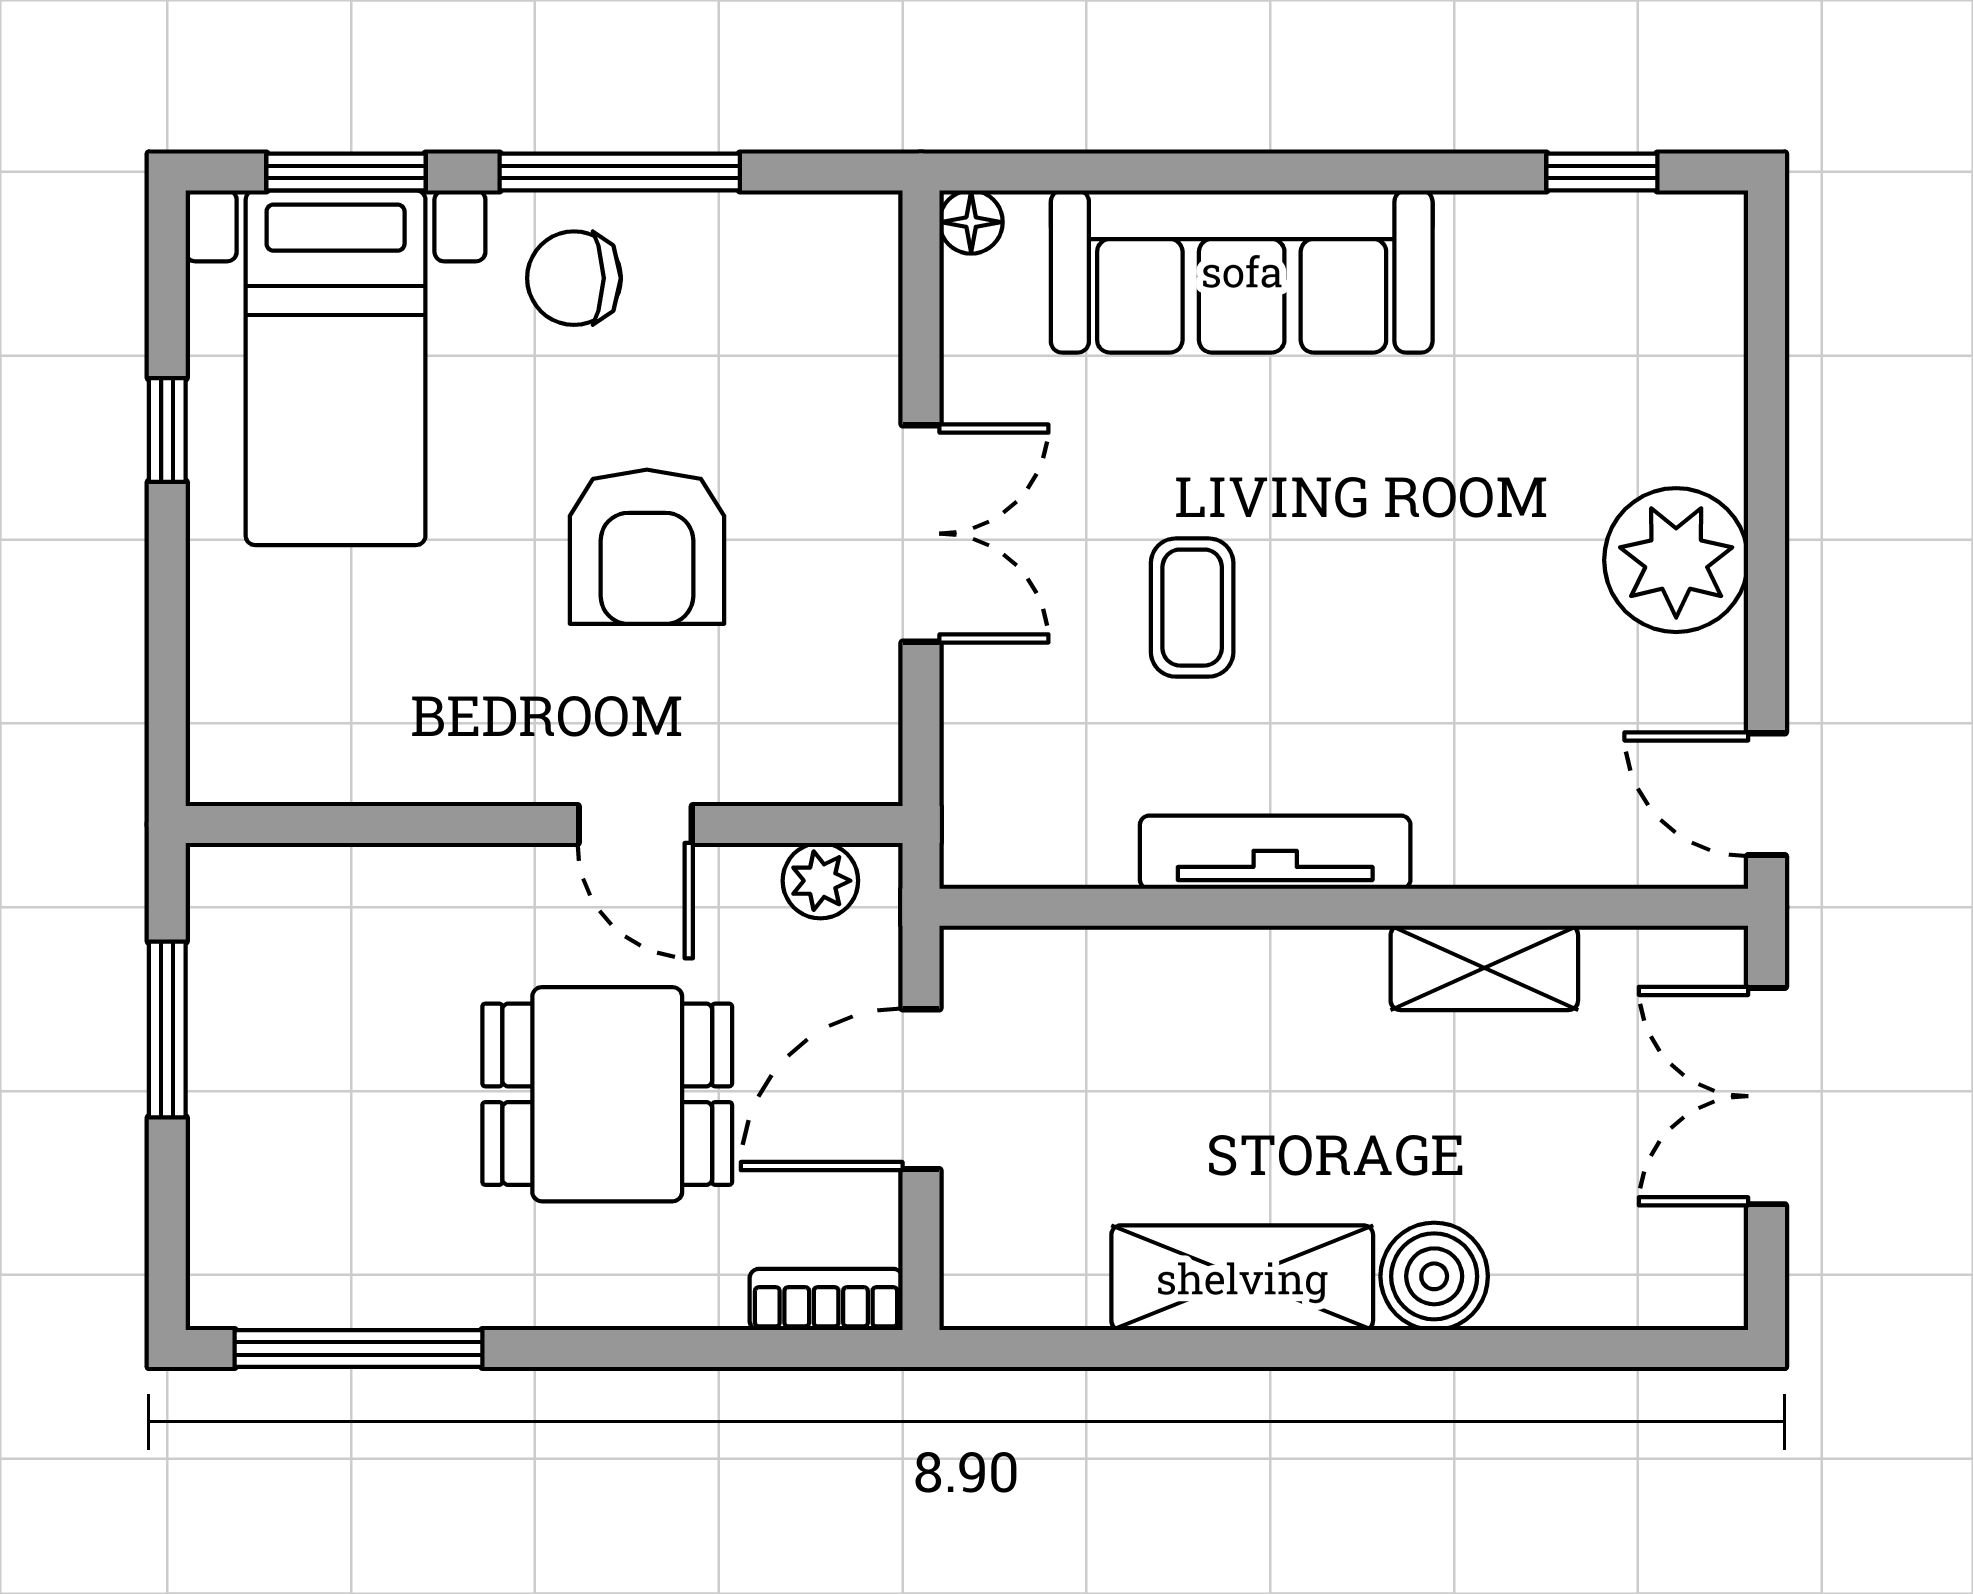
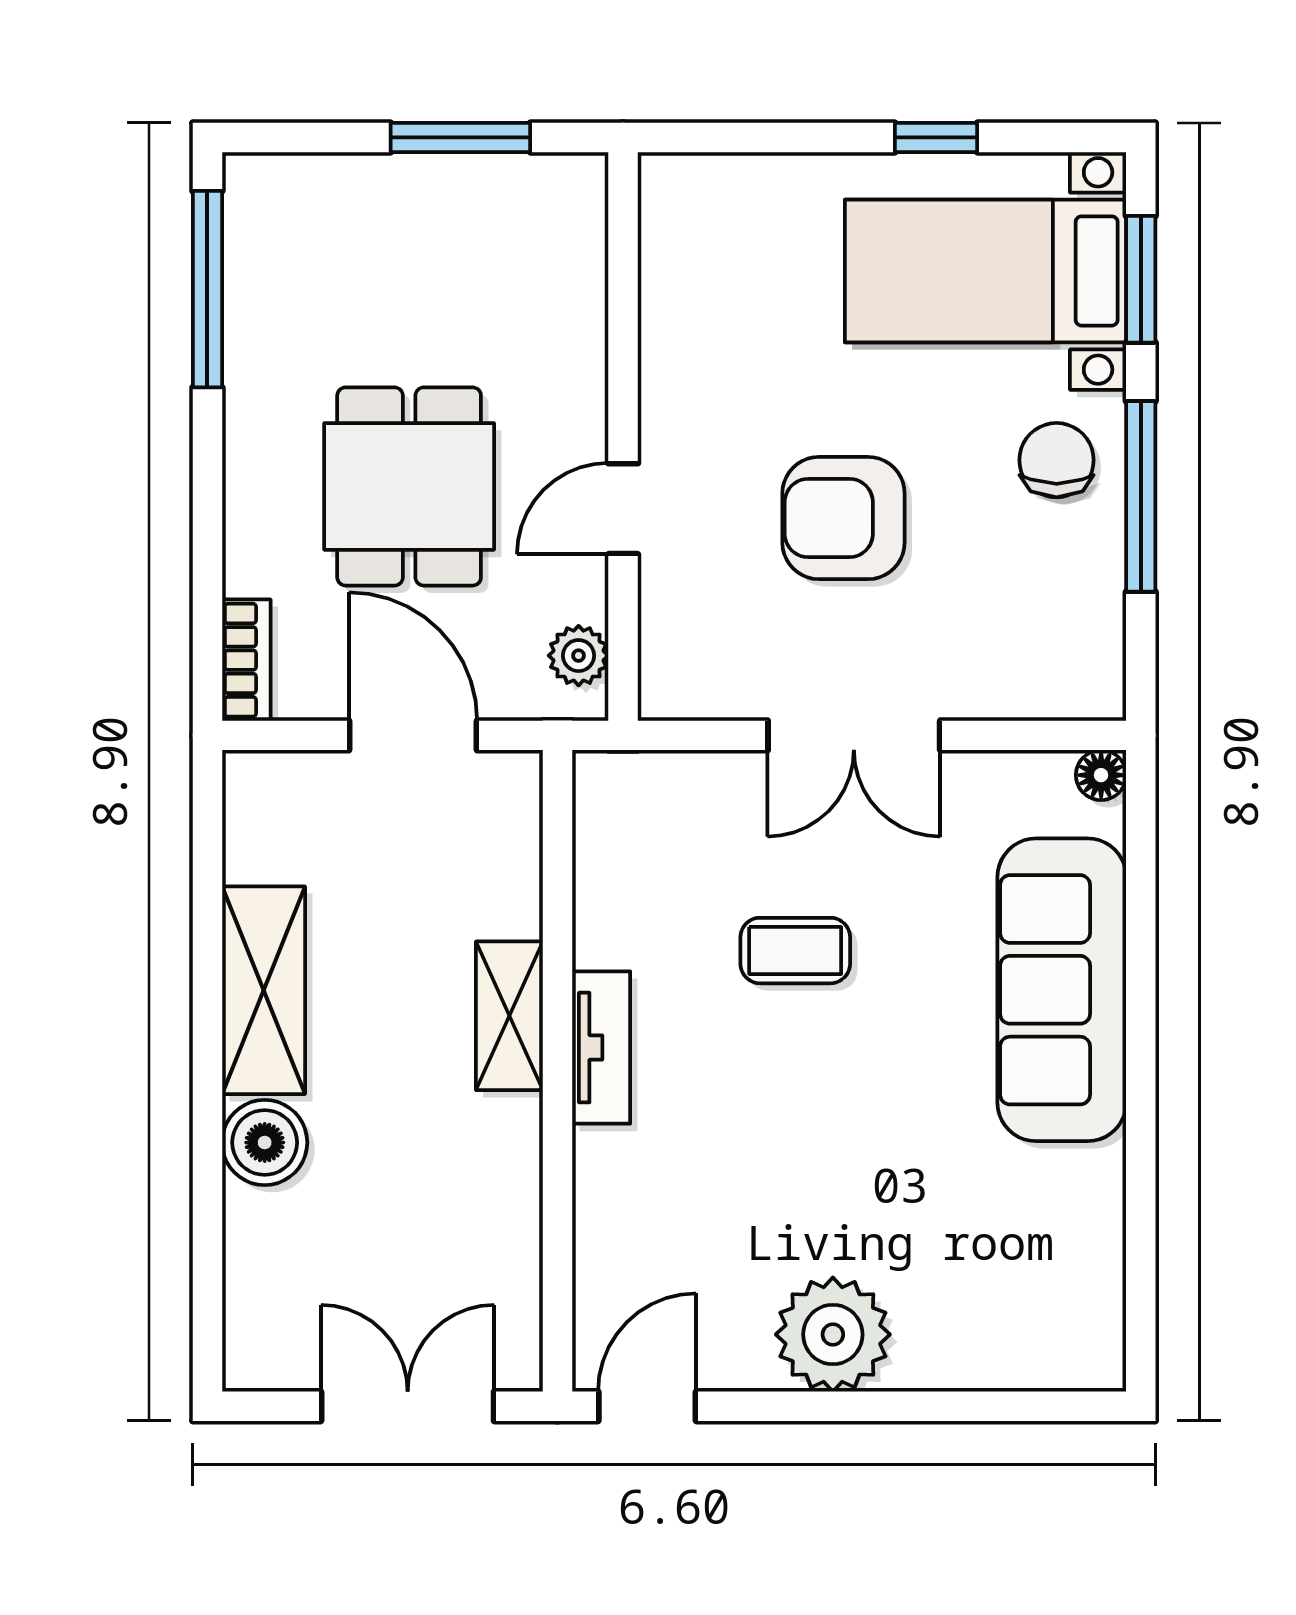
window: (1602, 172) -> (1141, 1276), removed
tv unit: (1275, 852) -> (601, 1048), width x0.71
shelving: (1484, 968) -> (509, 1016), moved

